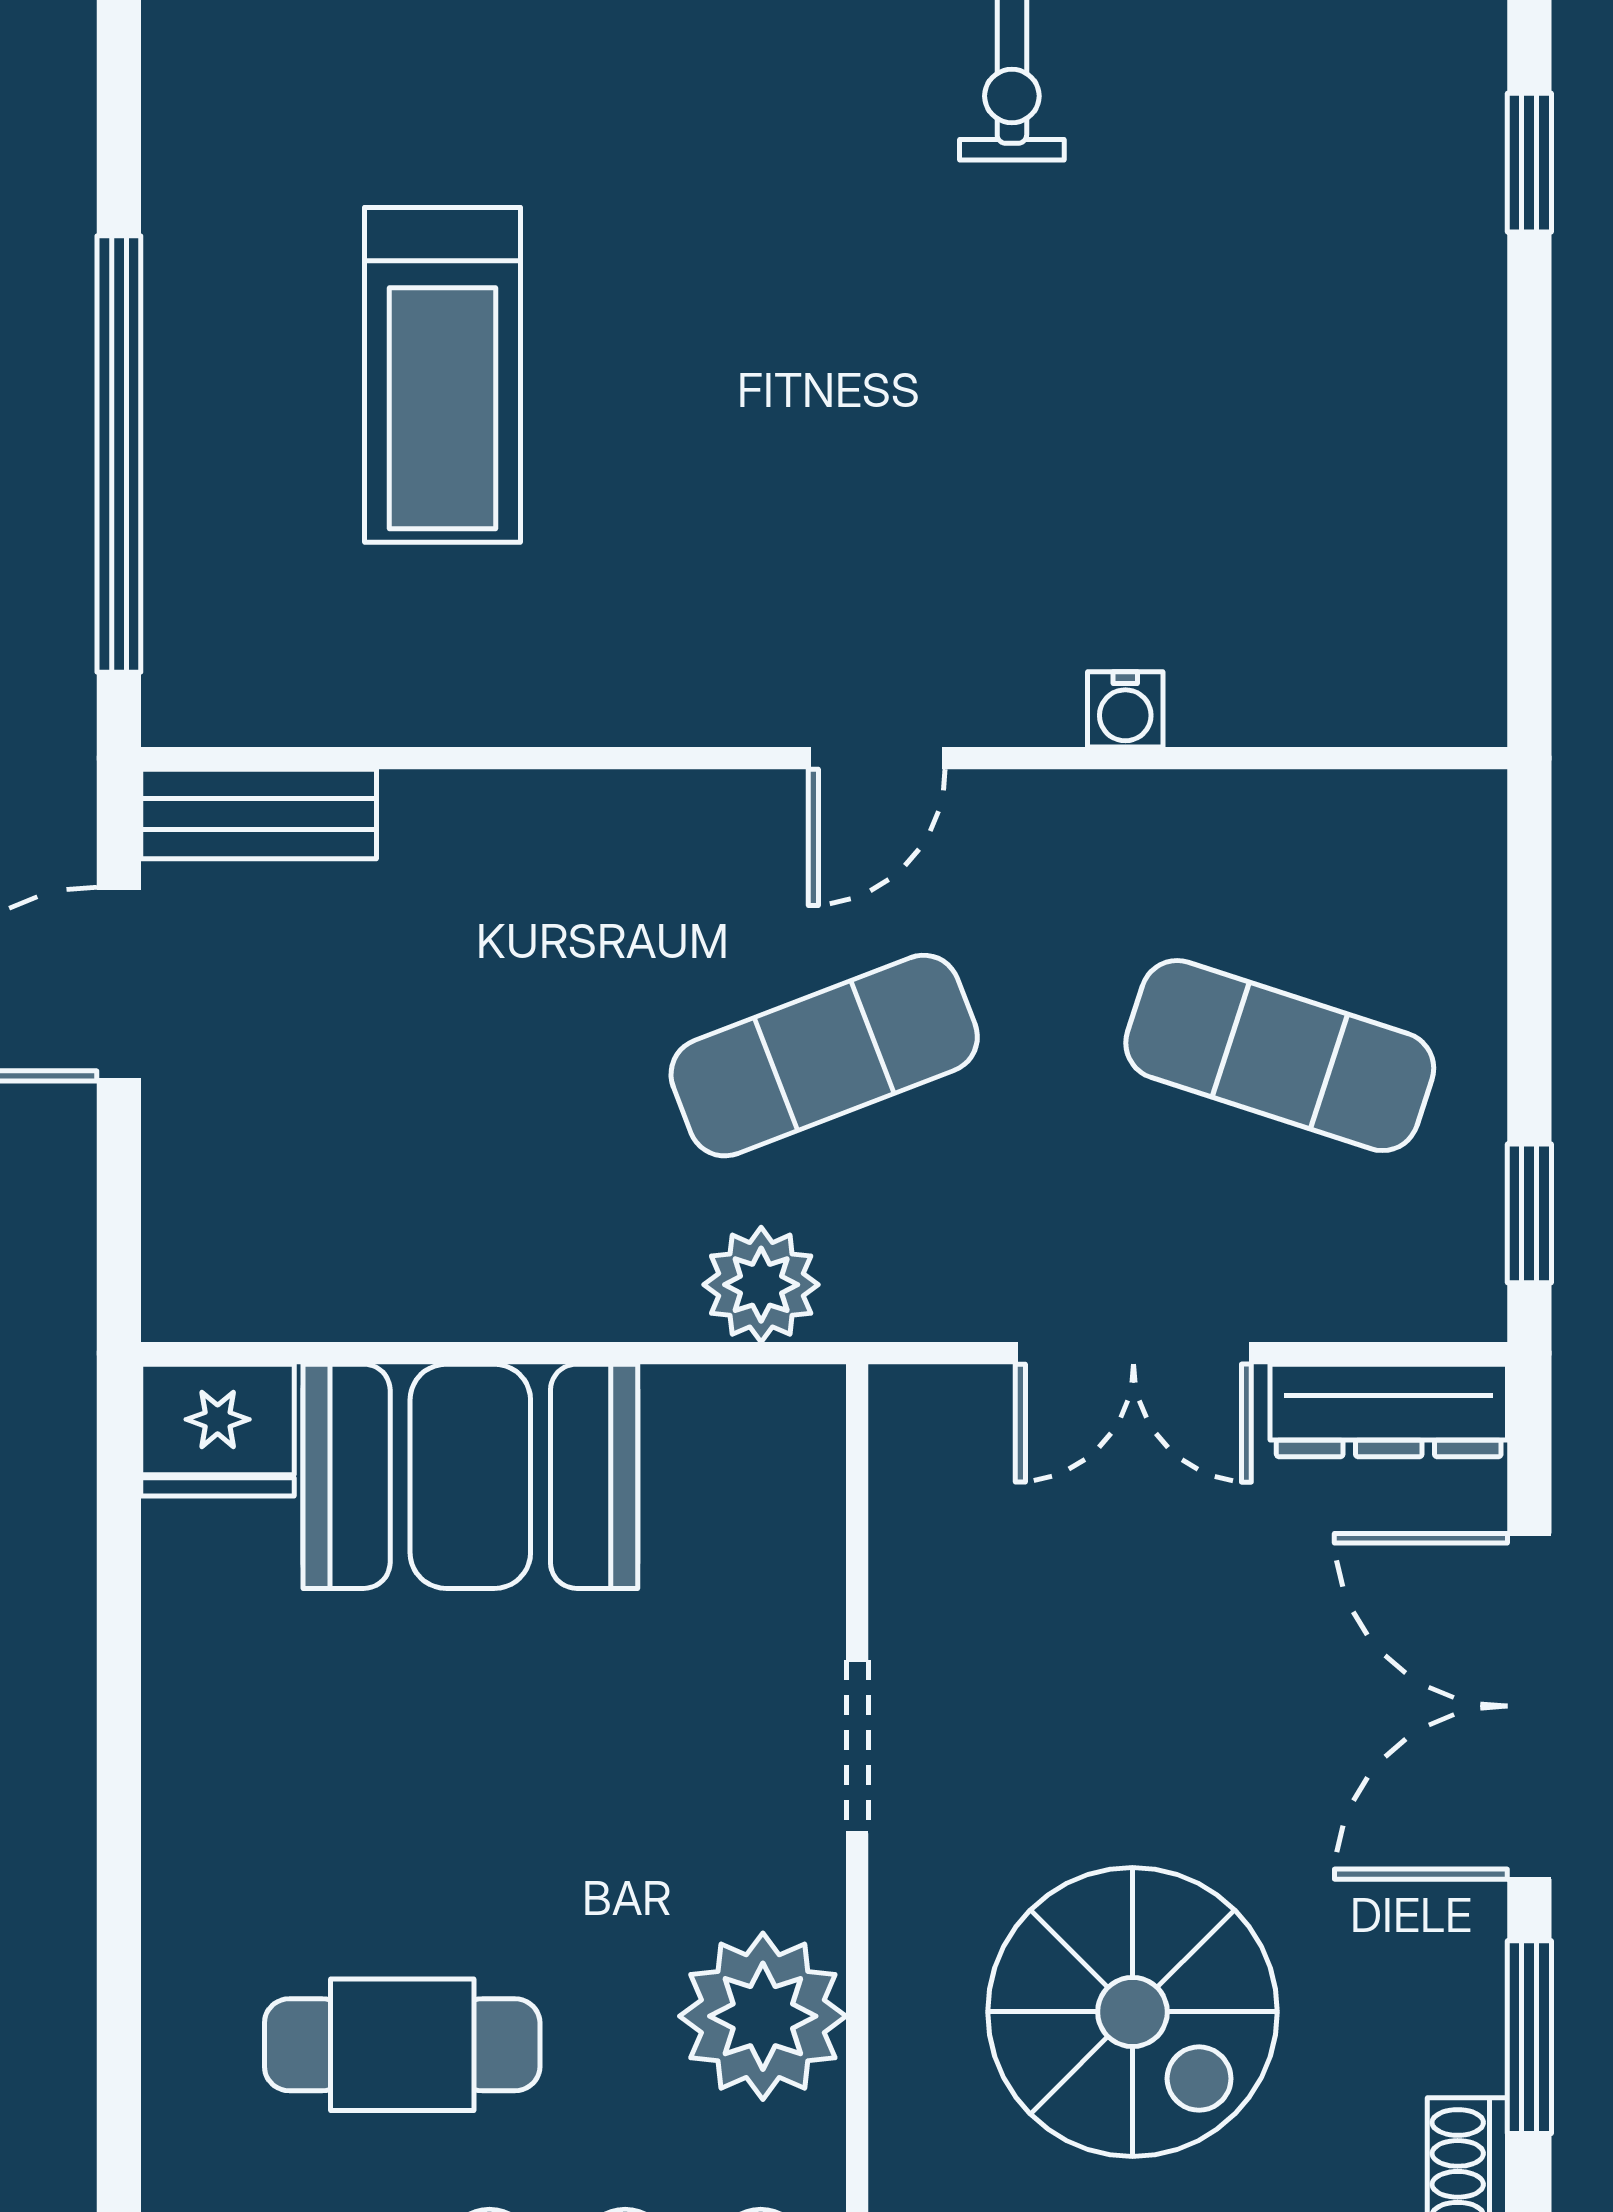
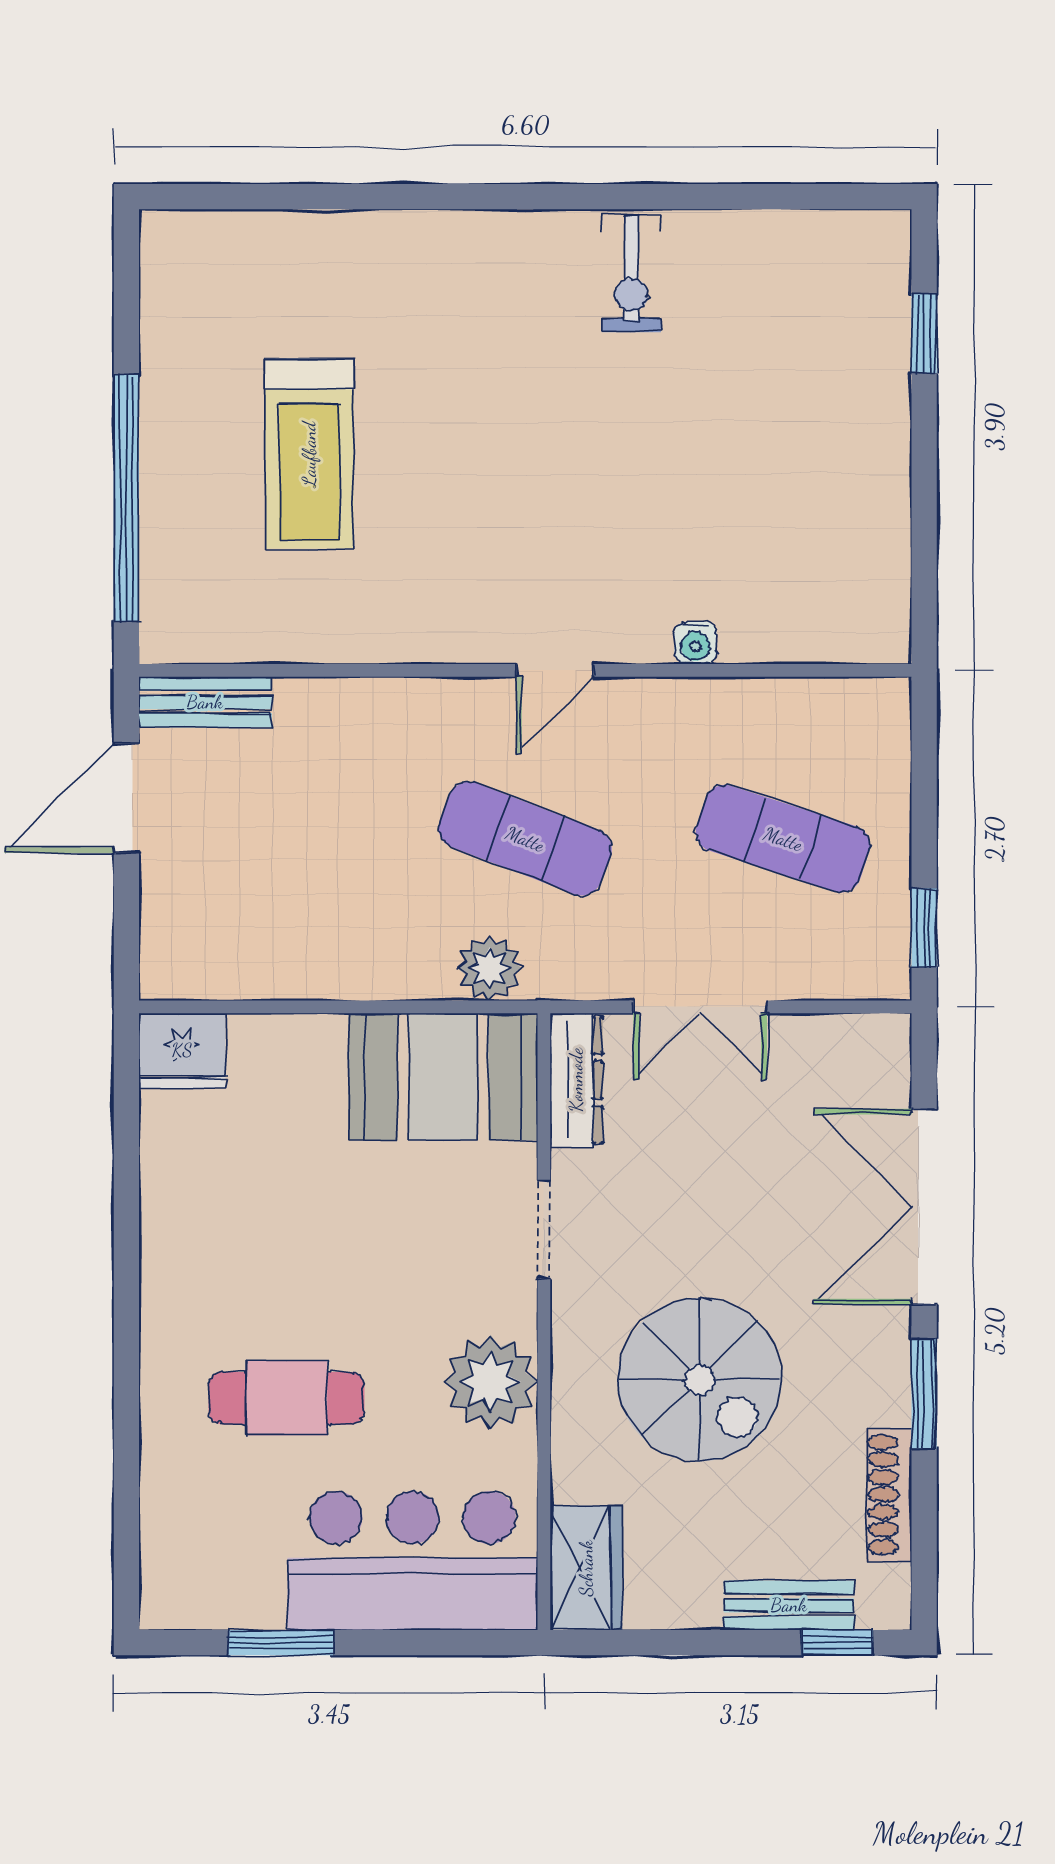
exercise mat: (824, 1056) -> (525, 839), turned 42
dresser: (1389, 1410) -> (576, 1080), moved, turned -90
booth: (470, 1476) -> (443, 1077), moved

